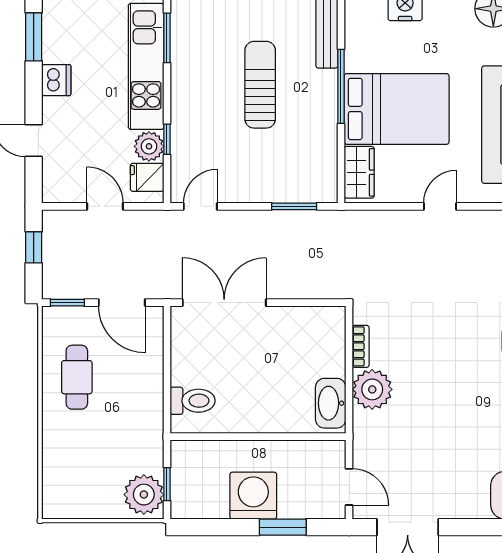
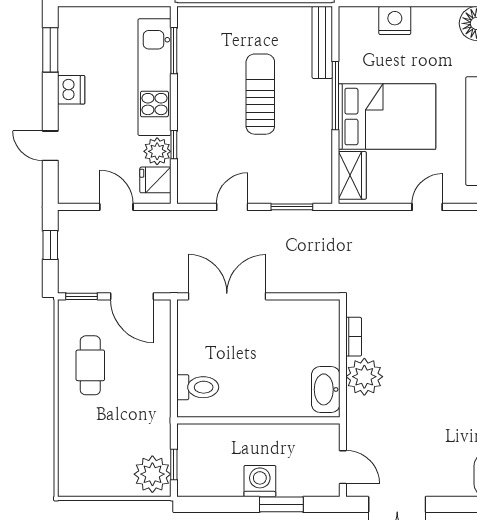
door: (200, 206) -> (232, 207), moved
washing machine: (253, 496) -> (260, 481), width x0.73, depth x0.73

